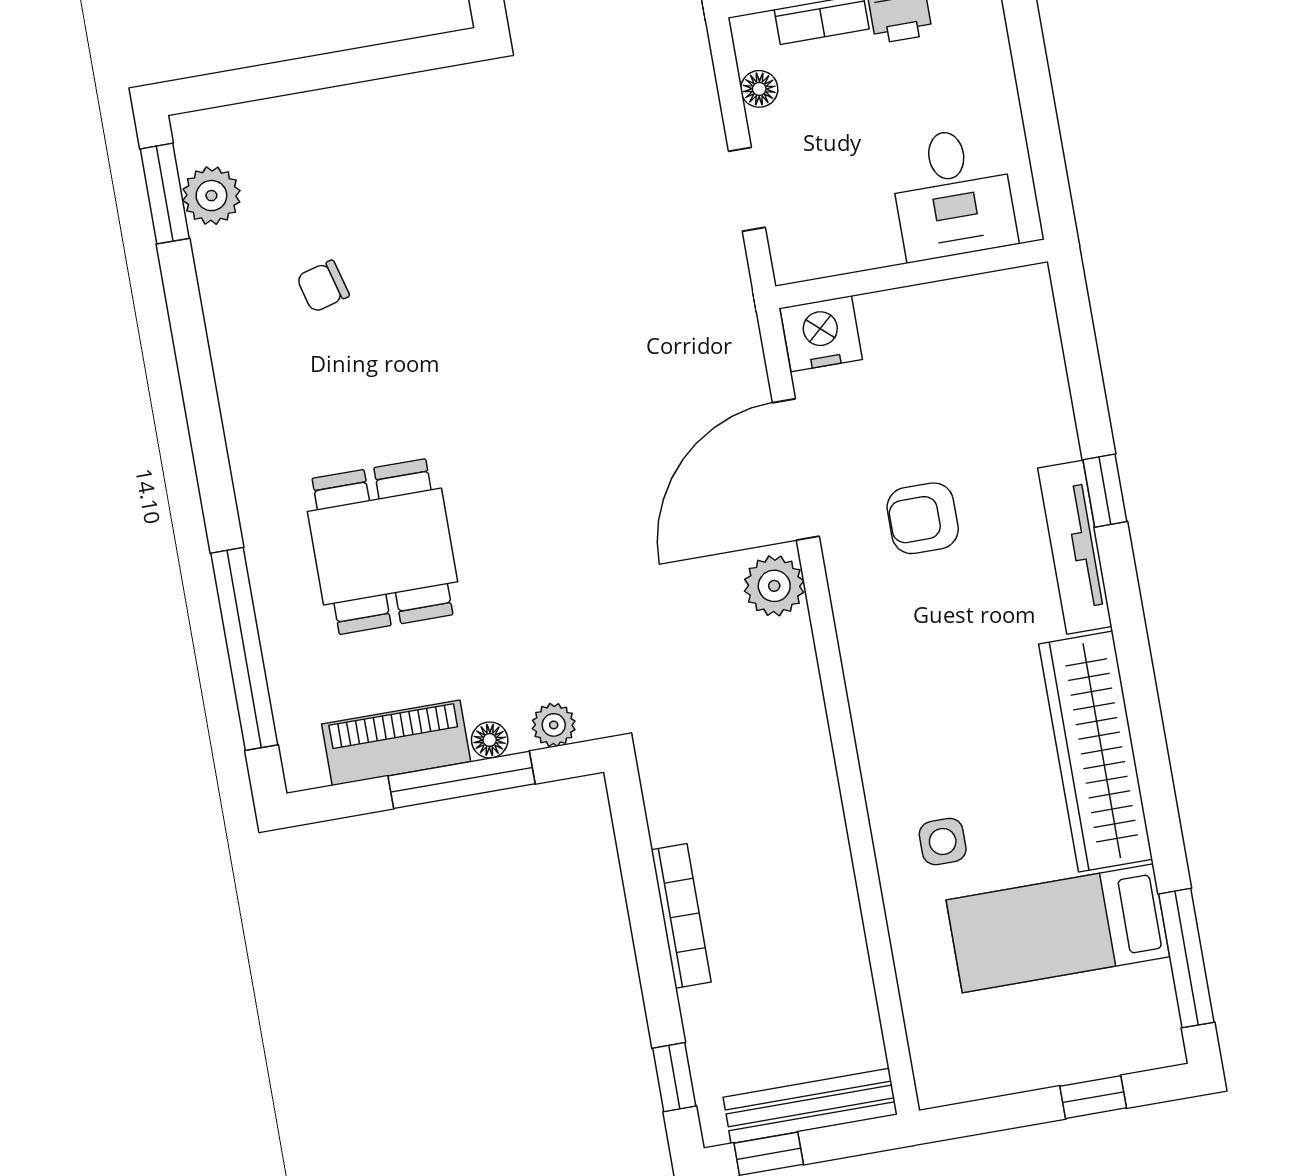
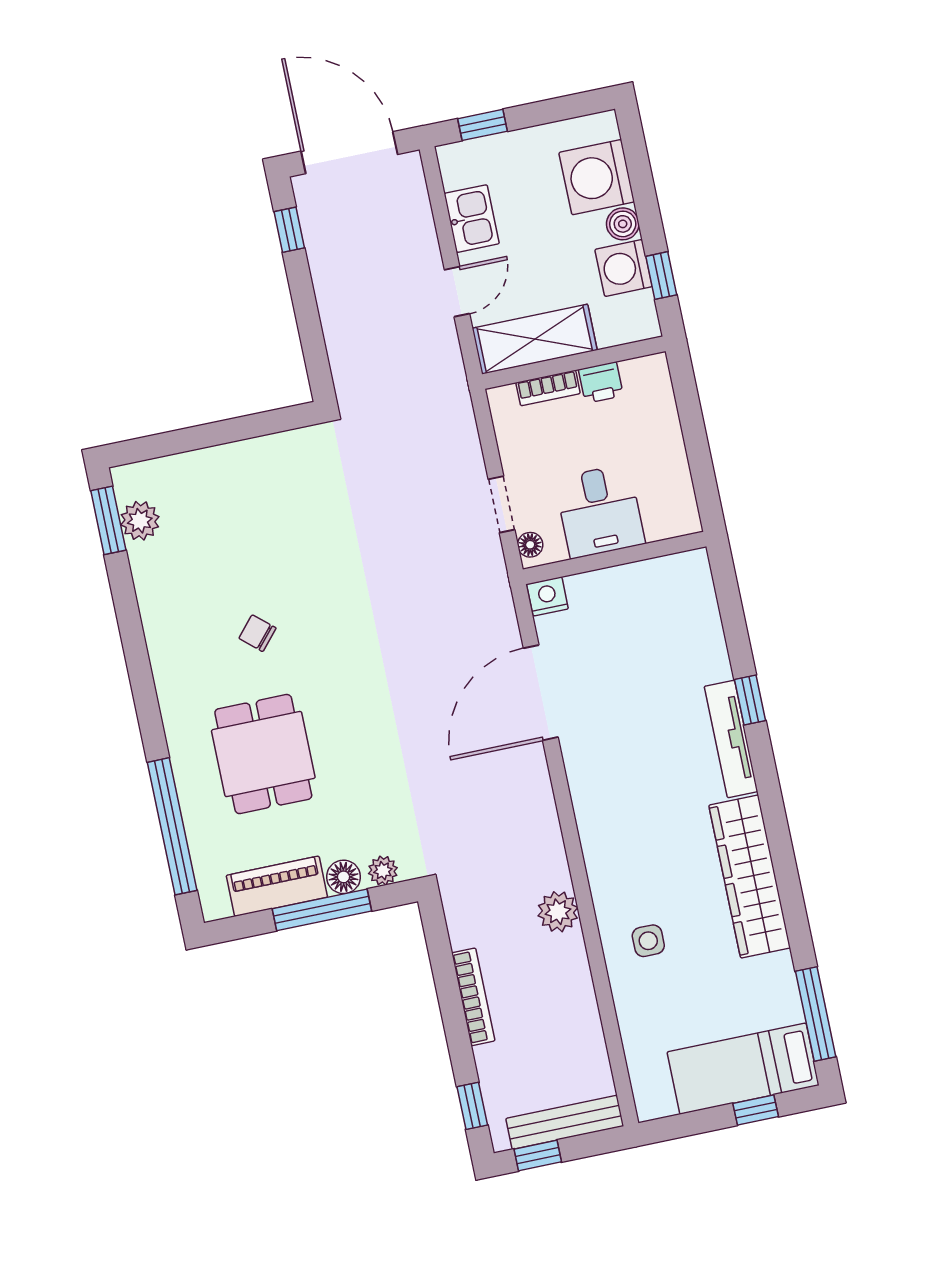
floor lamp: (759, 89) -> (530, 545), moved
desk: (953, 193) -> (600, 511), moved
chair: (323, 286) -> (257, 633), moved, turned 56
nightstand: (821, 334) -> (547, 596), width x0.74, depth x0.75
armchair: (923, 518) -> (628, 723), removed
plant: (774, 586) -> (558, 912), moved
floor lamp: (490, 740) -> (343, 877), width x1.37, depth x1.37
bed: (1058, 928) -> (743, 1069), moved

